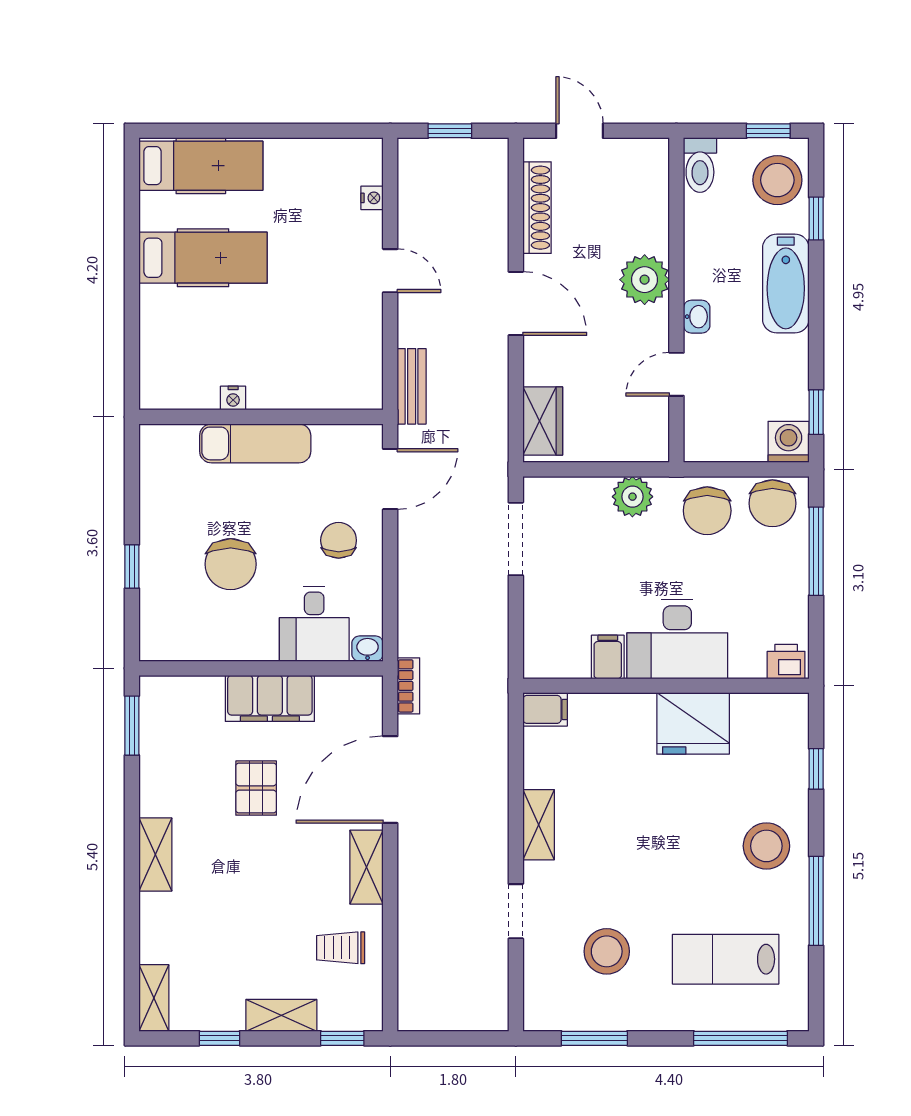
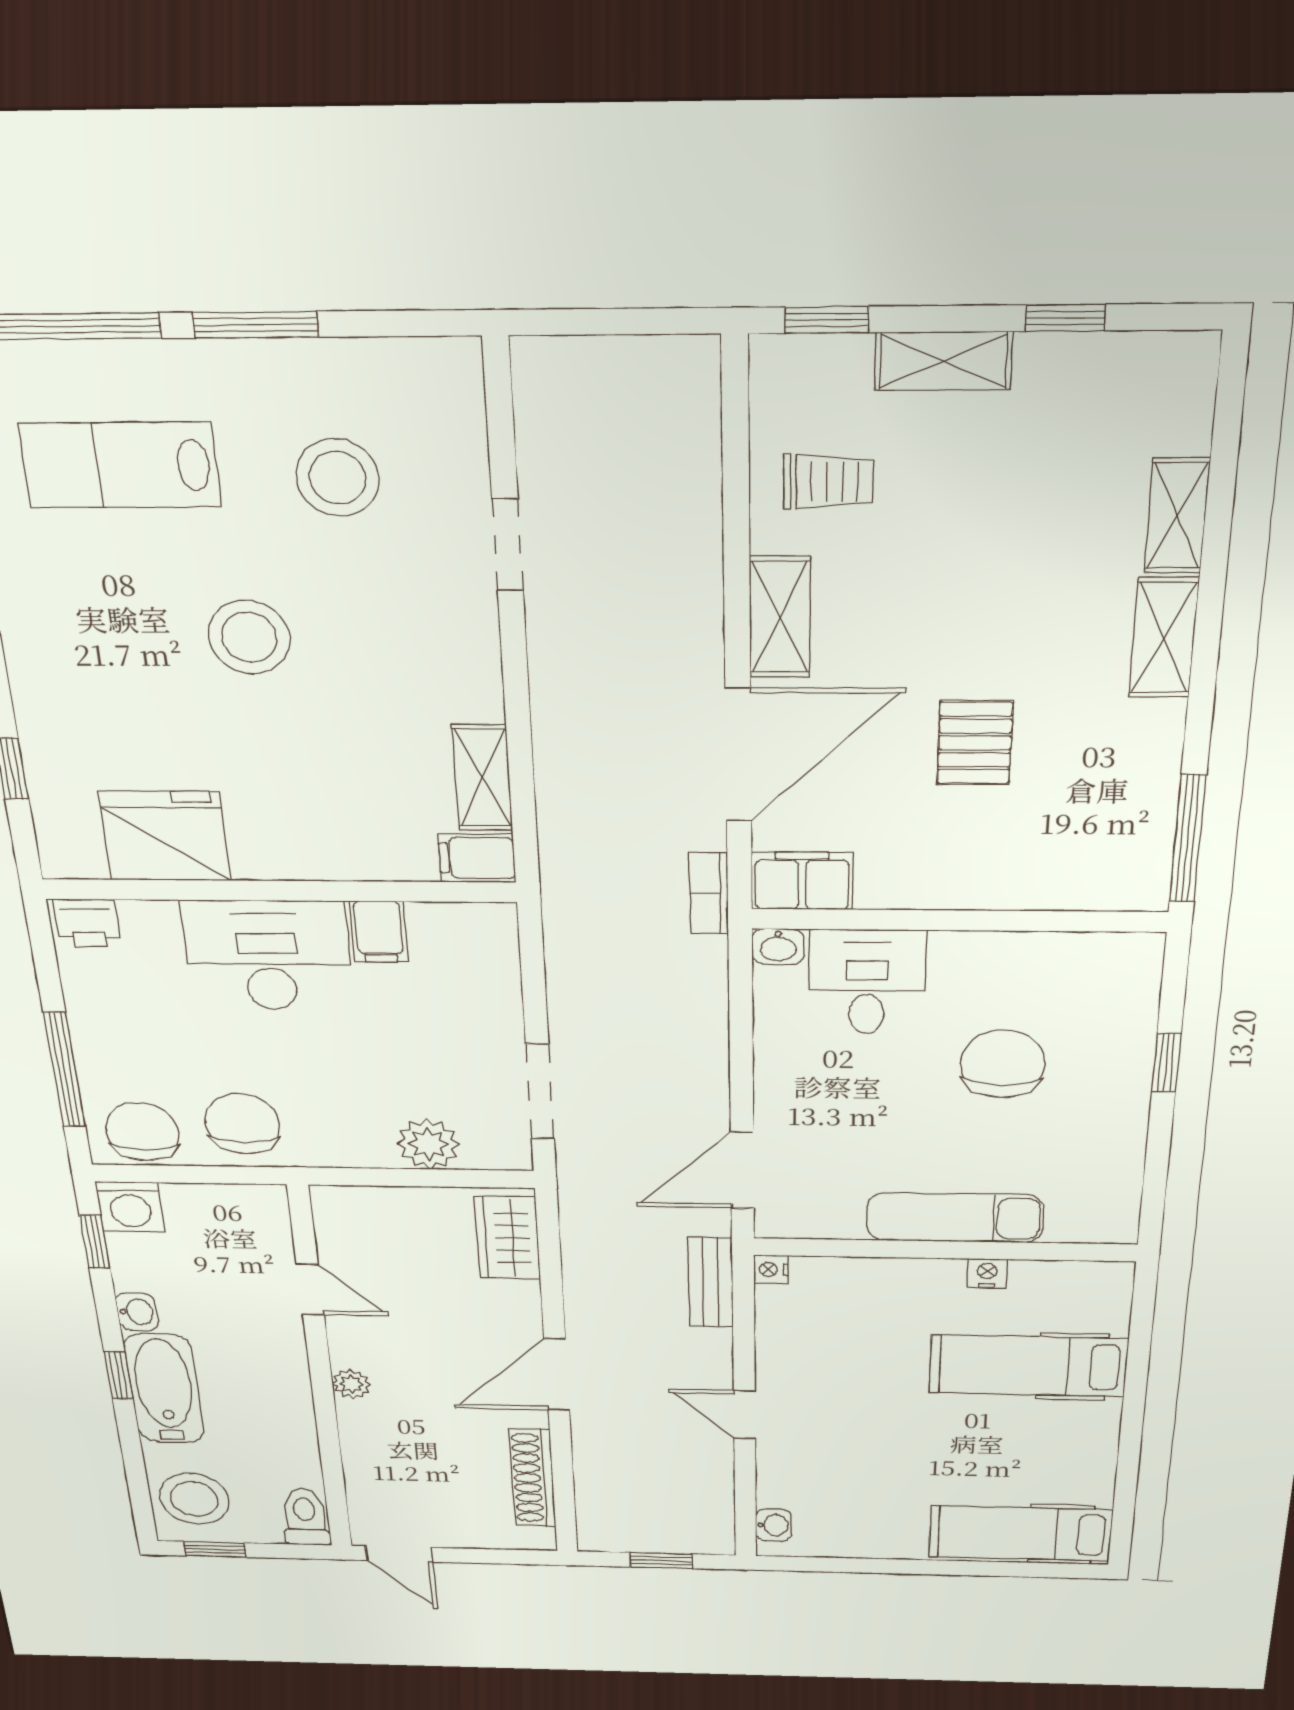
door: (579, 131) -> (399, 1554), moved
washbasin: (371, 168) -> (773, 1525), added
nightstand: (372, 198) -> (771, 1269), moved
window: (816, 218) -> (118, 1375), moved
hospital bed: (203, 258) -> (1028, 1366), moved
plant: (645, 280) -> (351, 1384), width x0.53, depth x0.53
door: (516, 304) -> (557, 1375), hinge flipped
washbasin: (697, 317) -> (137, 1312), moved, turned 180
door: (676, 374) -> (310, 1290), hinge flipped
plant: (632, 497) -> (428, 1144), moved
chair: (339, 540) -> (825, 1093), removed
filing cabinet: (270, 698) -> (802, 881), moved, width x0.67, depth x0.86
fridge: (693, 723) -> (165, 836), moved
window: (132, 726) -> (1188, 839), width x1.44
shelving: (539, 825) -> (482, 778), moved
stool: (766, 846) -> (249, 637), moved
lab bench: (726, 959) -> (120, 465), turned 180
shelving: (154, 998) -> (1177, 516), moved
window: (594, 1038) -> (256, 325), moved

